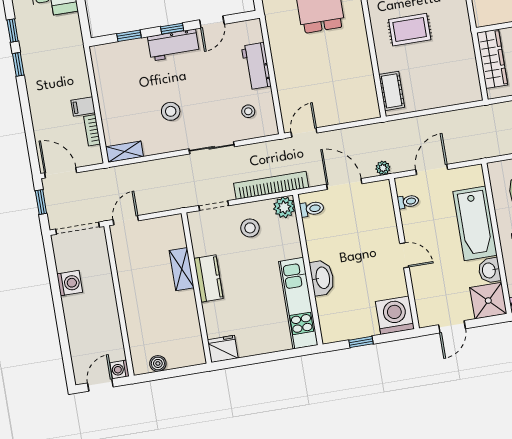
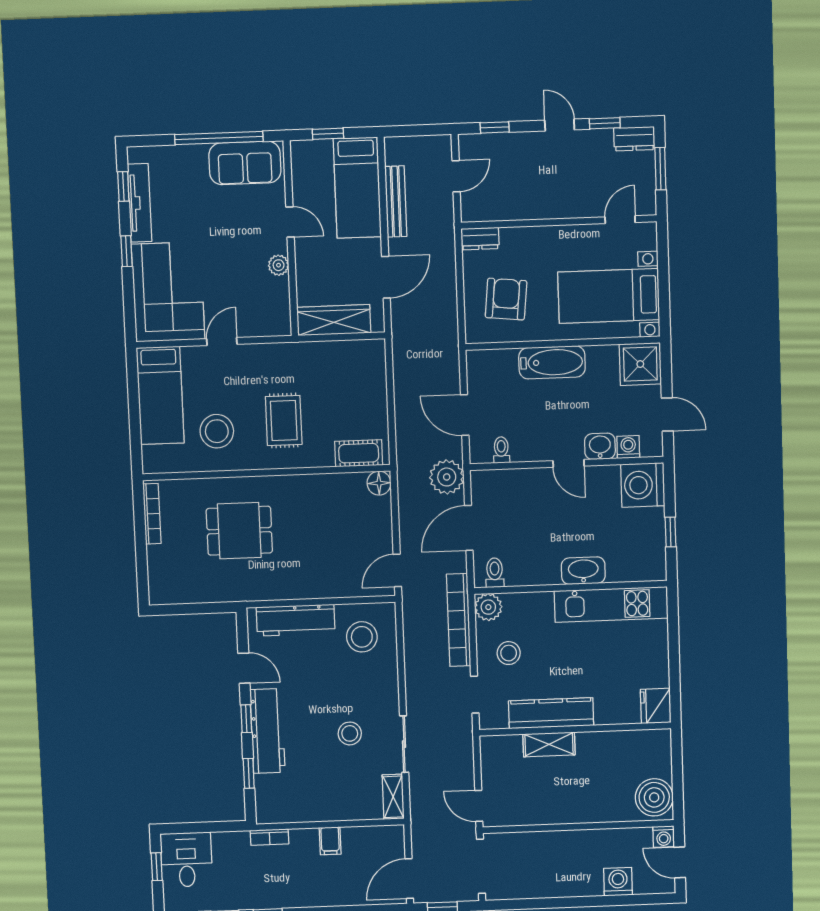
workbench: (174, 45) -> (268, 731), width x1.37
workbench: (256, 66) -> (296, 620), width x1.37
floor lamp: (370, 110) -> (379, 483), added
stool: (248, 111) -> (362, 637), width x1.89, depth x1.89
bookcase: (92, 130) -> (269, 837), moved
door: (304, 132) -> (397, 570), hinge flipped
sliding door: (212, 148) -> (404, 744), moved
plant: (383, 168) -> (447, 477), width x1.87, depth x1.87
bathtub: (475, 223) -> (552, 362), width x0.73, depth x0.73
door: (404, 255) -> (569, 463), swing flipped
washbasin: (489, 270) -> (600, 446), moved, turned 180
kitchen counter: (208, 278) -> (551, 713), width x1.50
washing machine: (70, 283) -> (618, 882), moved
washing machine: (423, 300) -> (628, 447), added
boiler: (158, 363) -> (654, 797), width x1.86, depth x1.86

